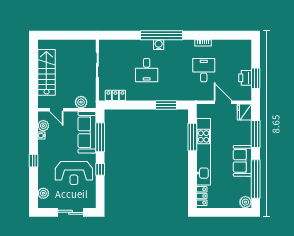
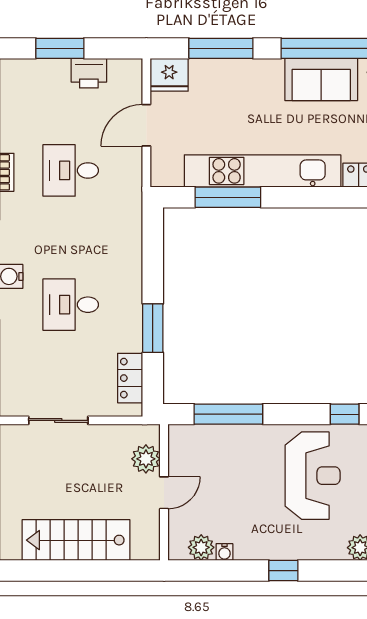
desk: (147, 70) -> (71, 305), turned 180
window: (256, 78) -> (60, 48), moved
window: (166, 105) -> (153, 328), moved
door: (56, 110) -> (164, 493), moved
sofa: (87, 132) -> (217, 445), removed
sofa: (242, 161) -> (321, 79), moved
window: (100, 169) -> (345, 414), moved

